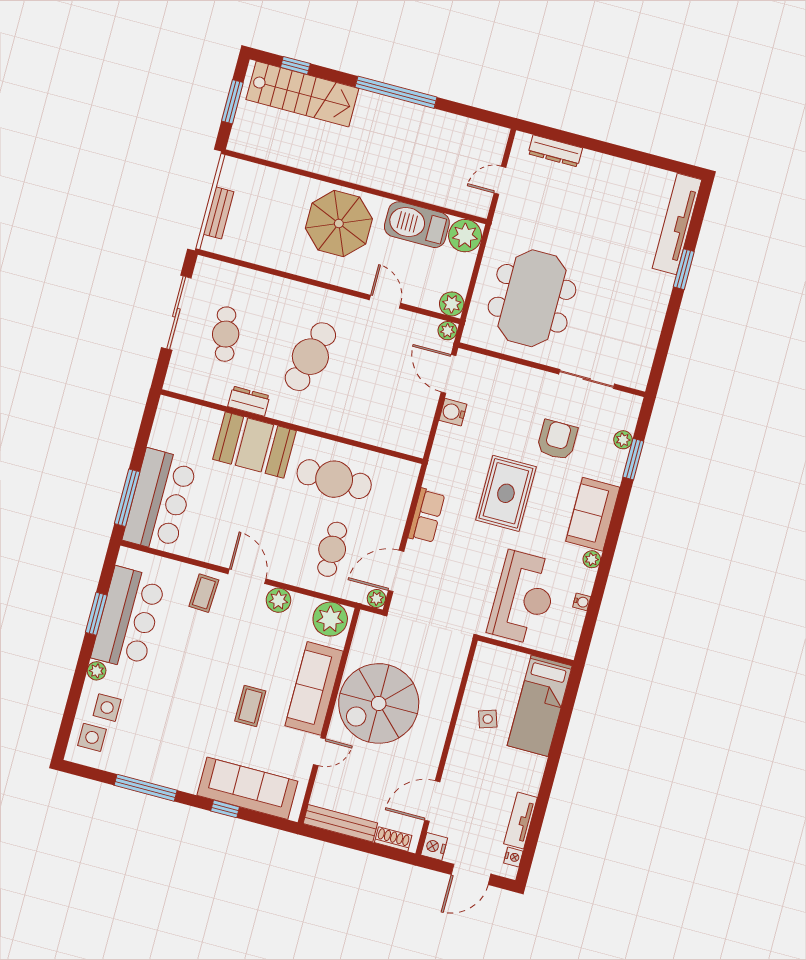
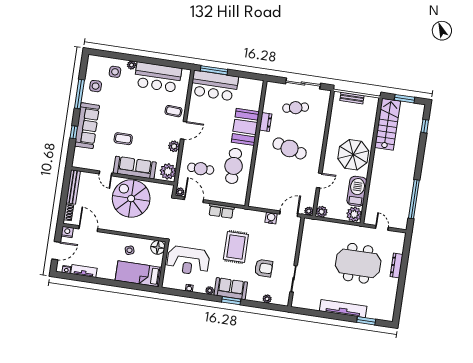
window: (396, 92) -> (414, 199), moved
stairs: (302, 94) -> (388, 124), moved, turned 180
dresser: (555, 151) -> (397, 265), moved
tv unit: (677, 224) -> (343, 309), moved
window: (684, 269) -> (366, 321), moved
meeting table: (532, 298) -> (358, 263), moved
window: (633, 459) -> (231, 301), moved
rug: (506, 493) -> (236, 247), turned 90
window: (96, 614) -> (158, 62), removed
floor lamp: (488, 659) -> (158, 247), added
side table: (92, 737) -> (96, 86), moved
sofa: (247, 788) -> (87, 126), moved
door: (471, 874) -> (56, 251), swing flipped

